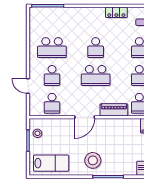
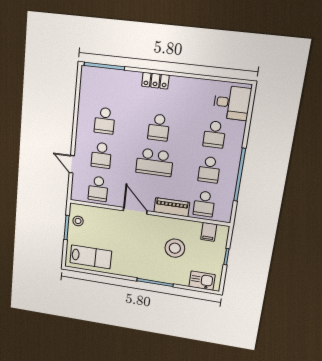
locker: (116, 12) -> (155, 81), moved
school desk: (52, 48) -> (105, 121), width x0.54
door: (85, 117) -> (135, 211), swing flipped
stool: (93, 160) -> (175, 248), moved

